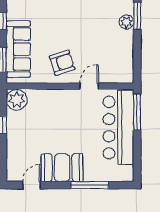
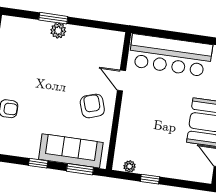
plant: (17, 100) -> (130, 166), width x0.53, depth x0.53
window: (137, 112) -> (157, 33), removed

